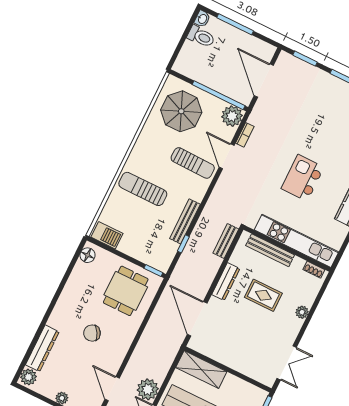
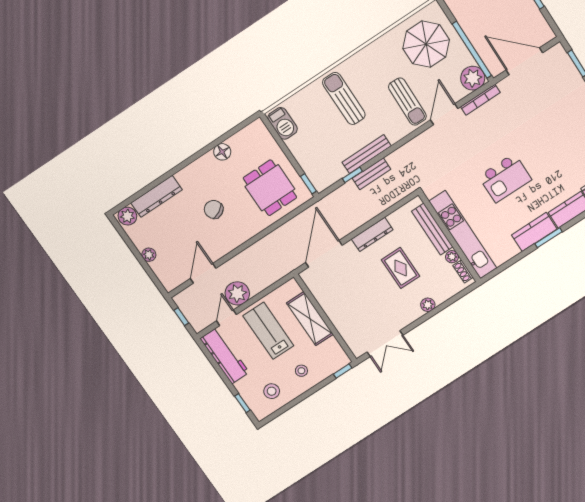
door: (264, 80) -> (524, 61), hinge flipped
bookcase: (245, 135) -> (480, 100), width x1.56
kitchen island: (303, 178) -> (505, 178), turned 180
bench: (226, 241) -> (371, 174), moved
floor lamp: (88, 255) -> (222, 152), moved
plant: (298, 263) -> (452, 257), added
dining table: (126, 291) -> (270, 188), turned 90
shelving: (201, 370) -> (310, 319), moved

